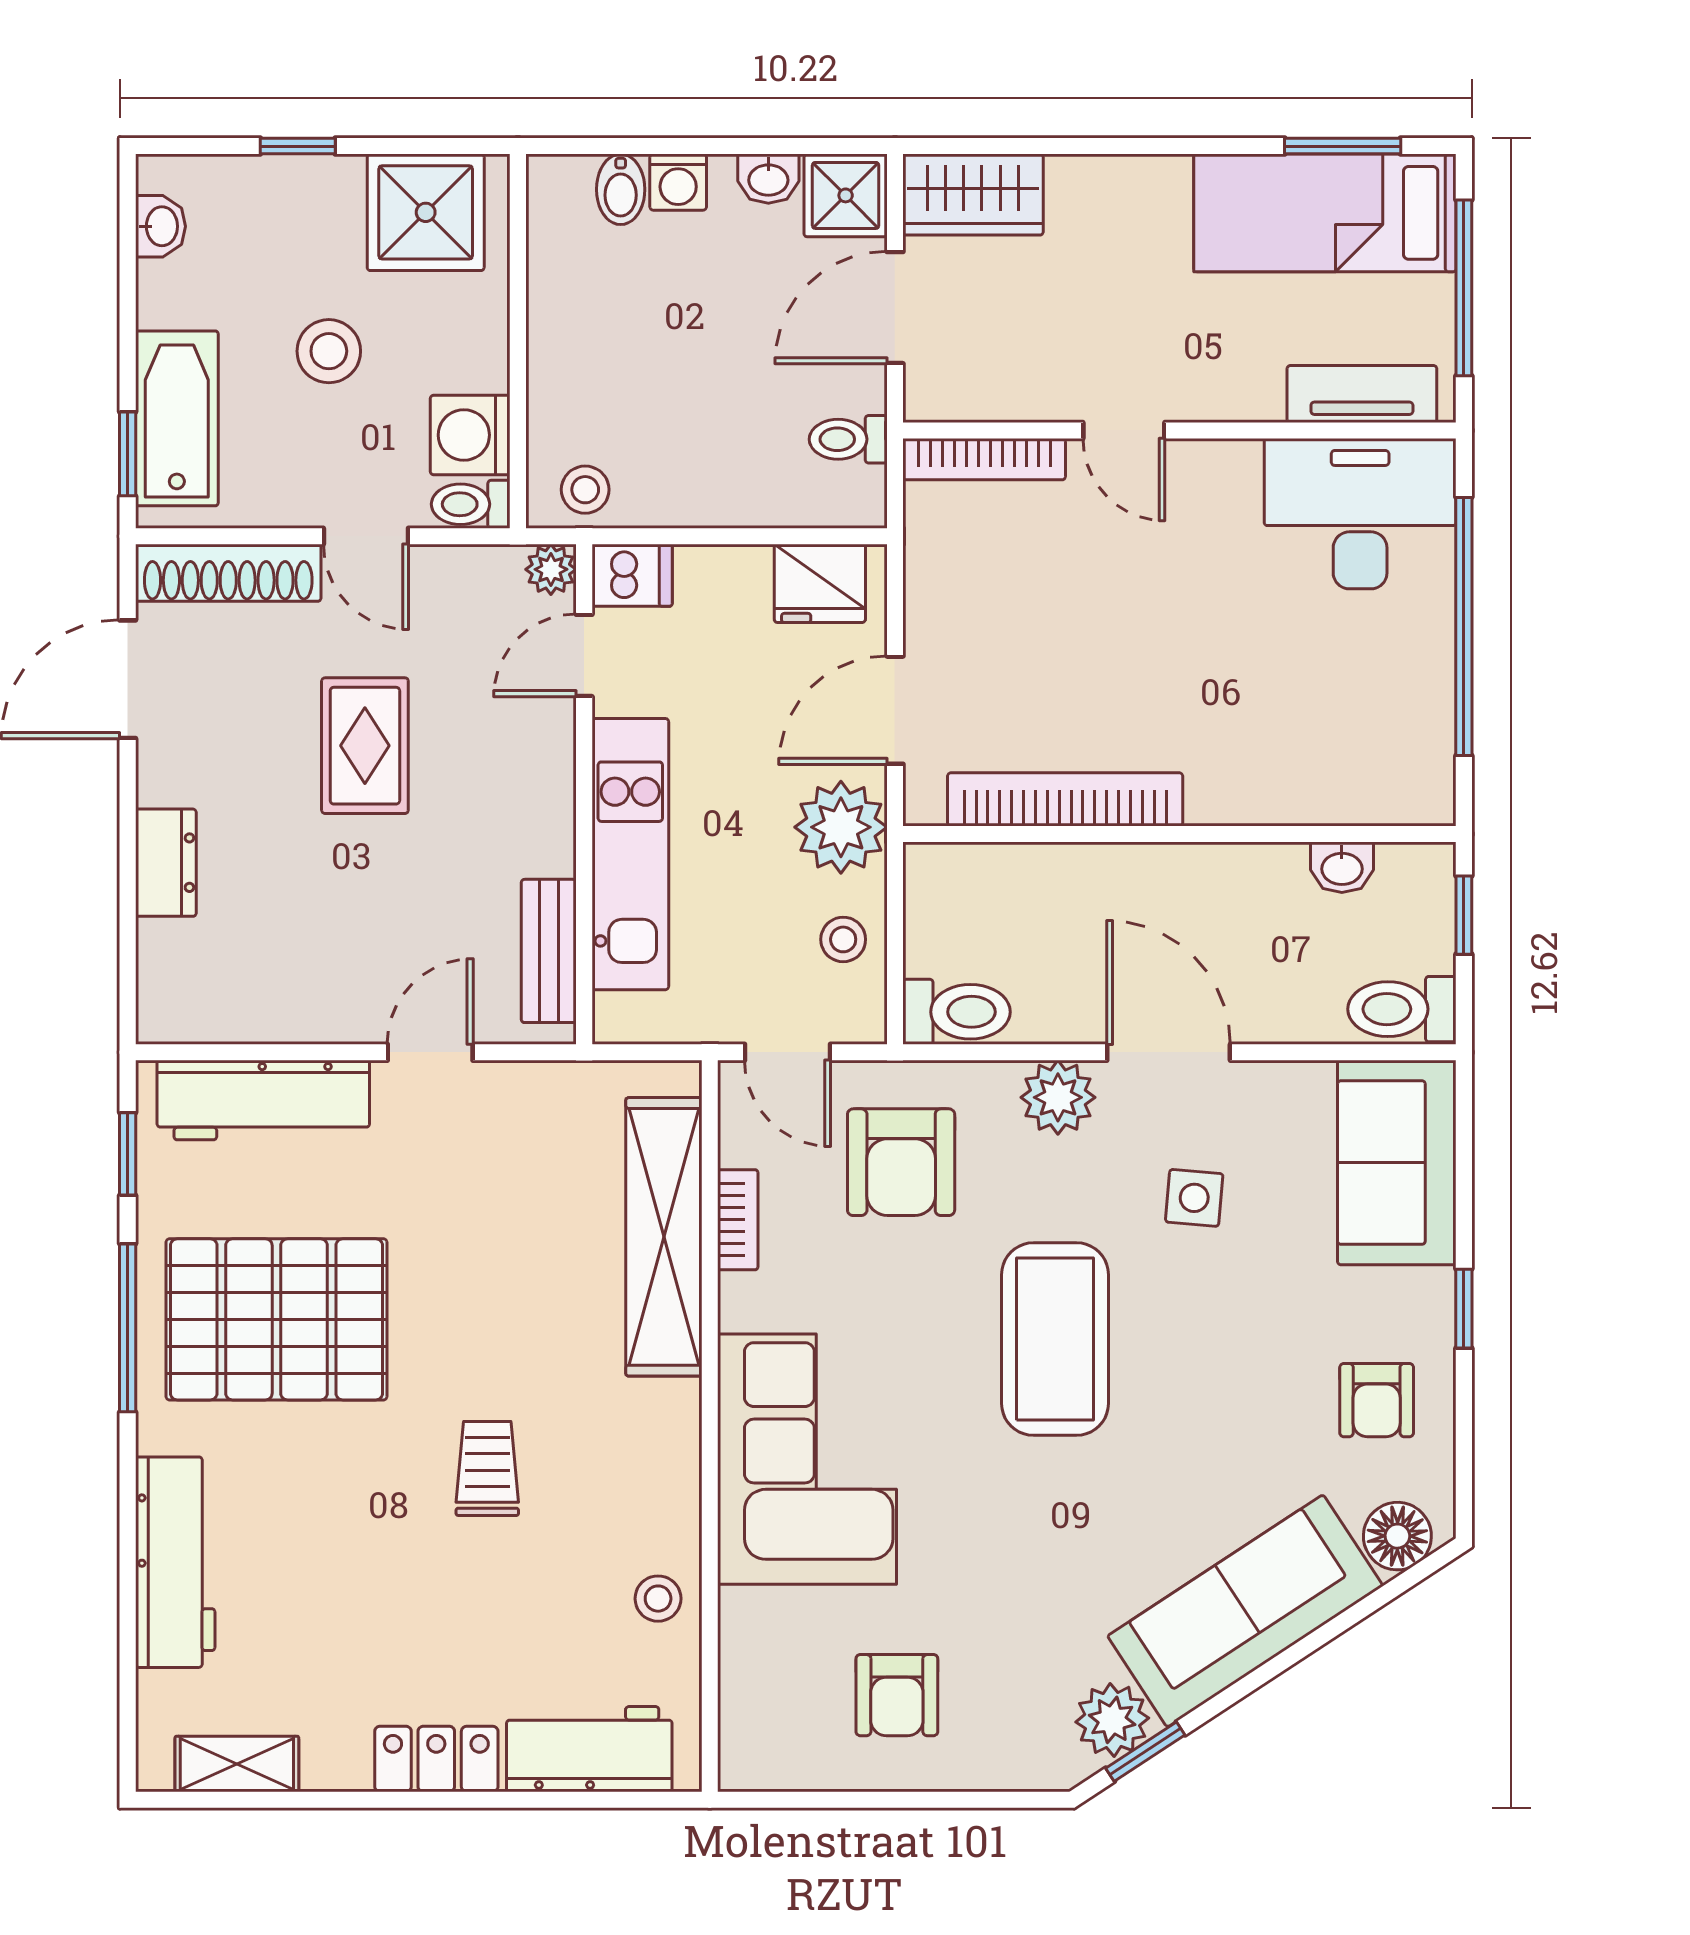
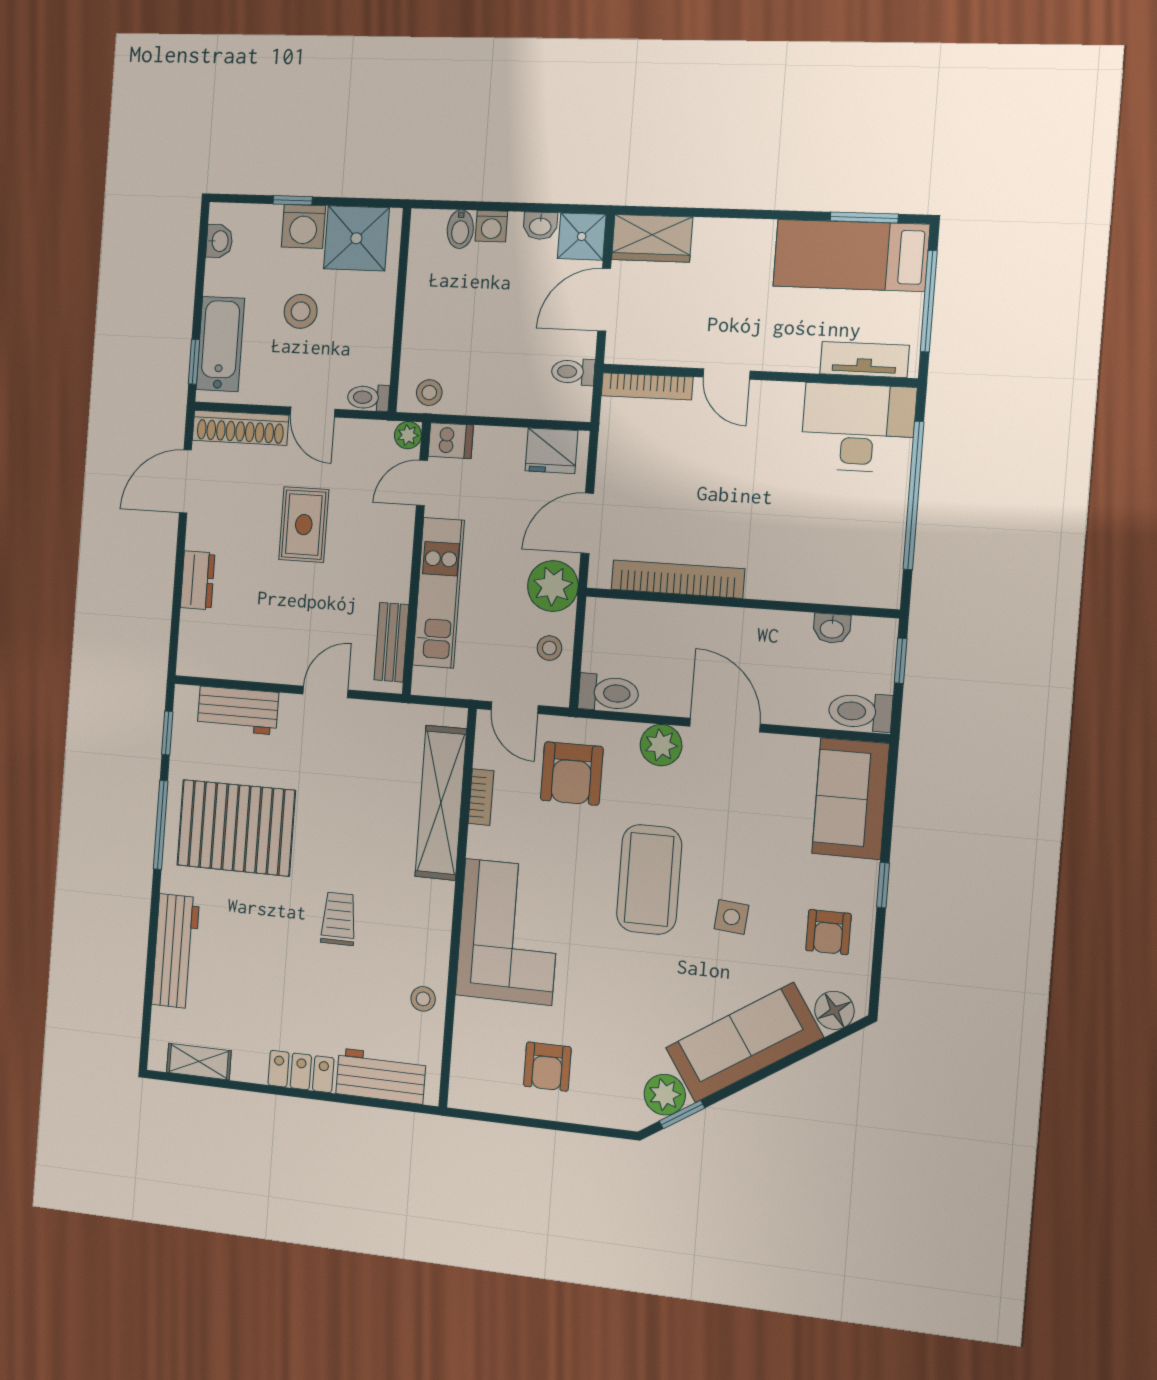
washing machine: (470, 435) -> (303, 226), moved, turned -90
workbench: (263, 1100) -> (238, 710), width x0.73
side table: (1194, 1198) -> (732, 917), moved

